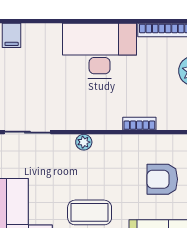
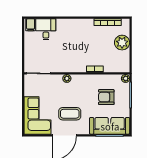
desk: (100, 51) -> (46, 29), moved, width x0.53, depth x0.77

